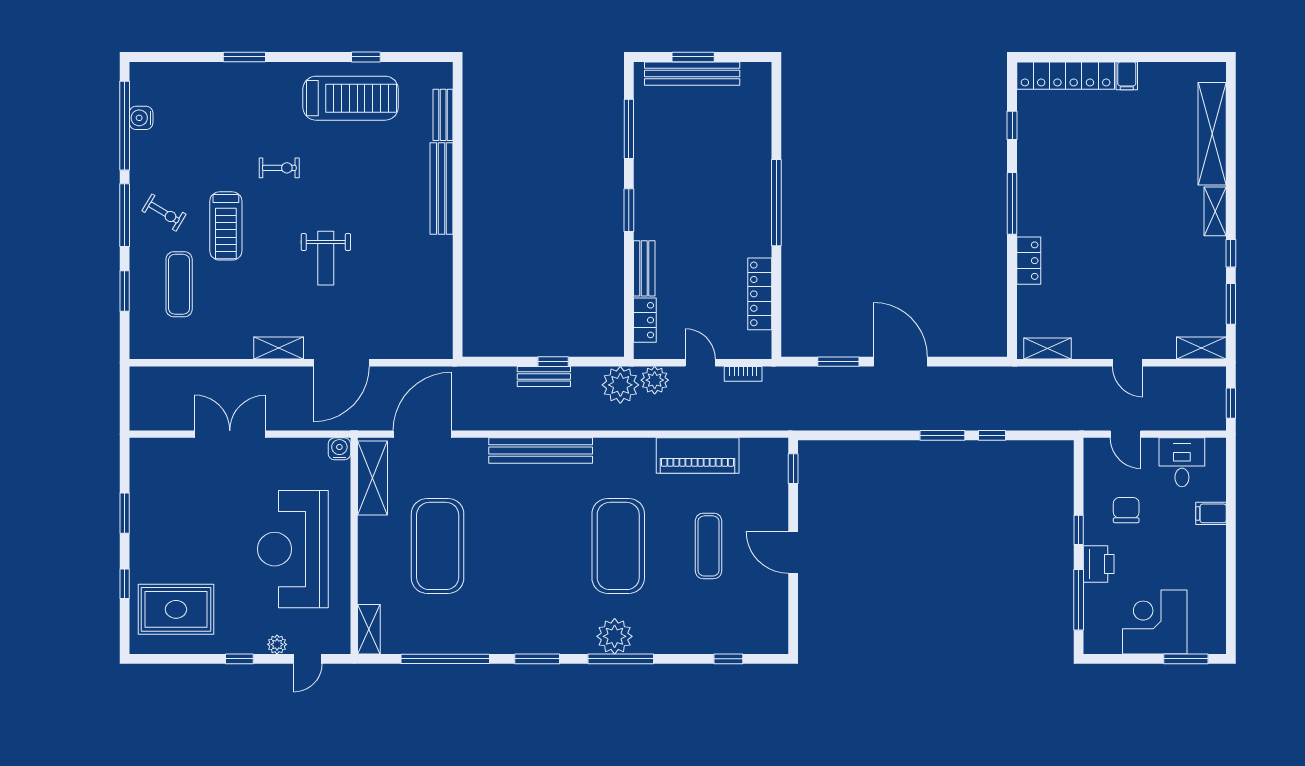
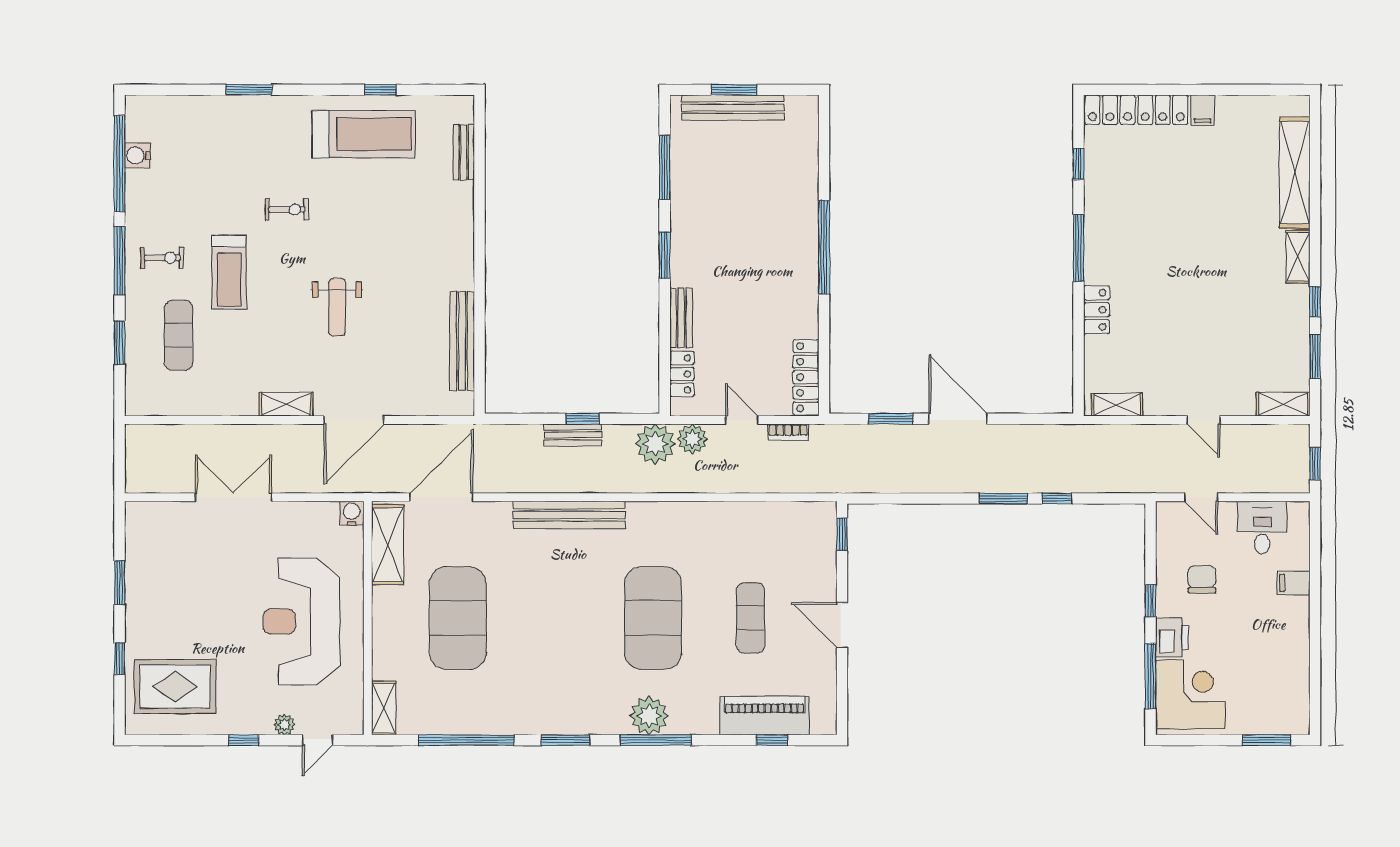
bench: (441, 189) -> (462, 341), moved
exercise bike: (164, 213) -> (162, 258), turned -31
locker: (760, 294) -> (806, 377), moved
piano: (698, 456) -> (765, 716), moved, turned 180
corner desk: (1155, 622) -> (1190, 694), moved, turned 90

